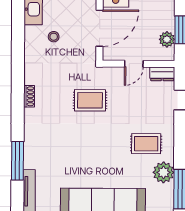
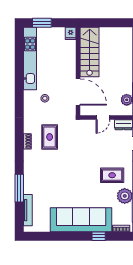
door: (100, 28) -> (78, 92), hinge flipped
rug: (90, 100) -> (50, 137), moved, turned 90

